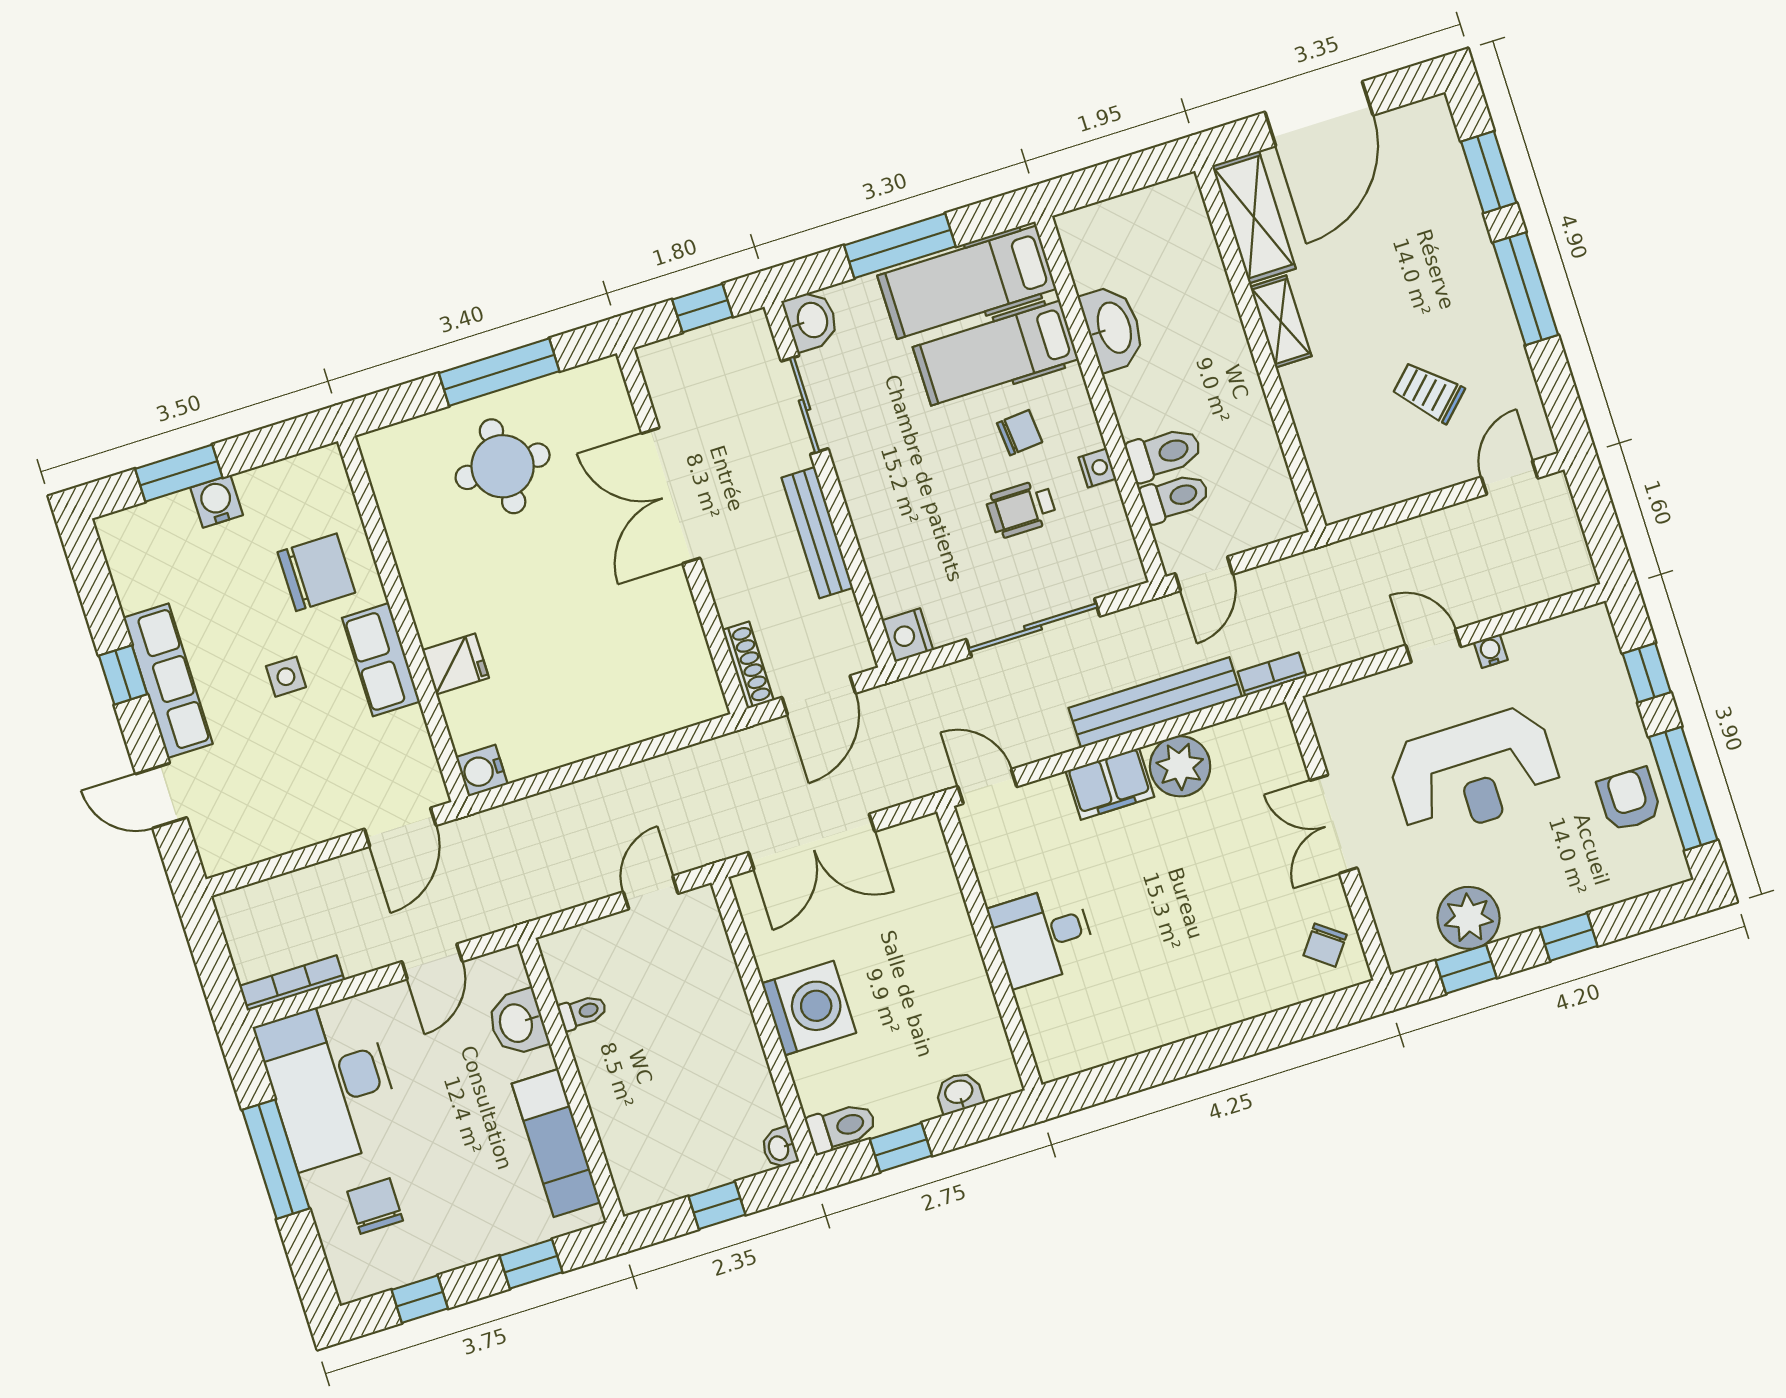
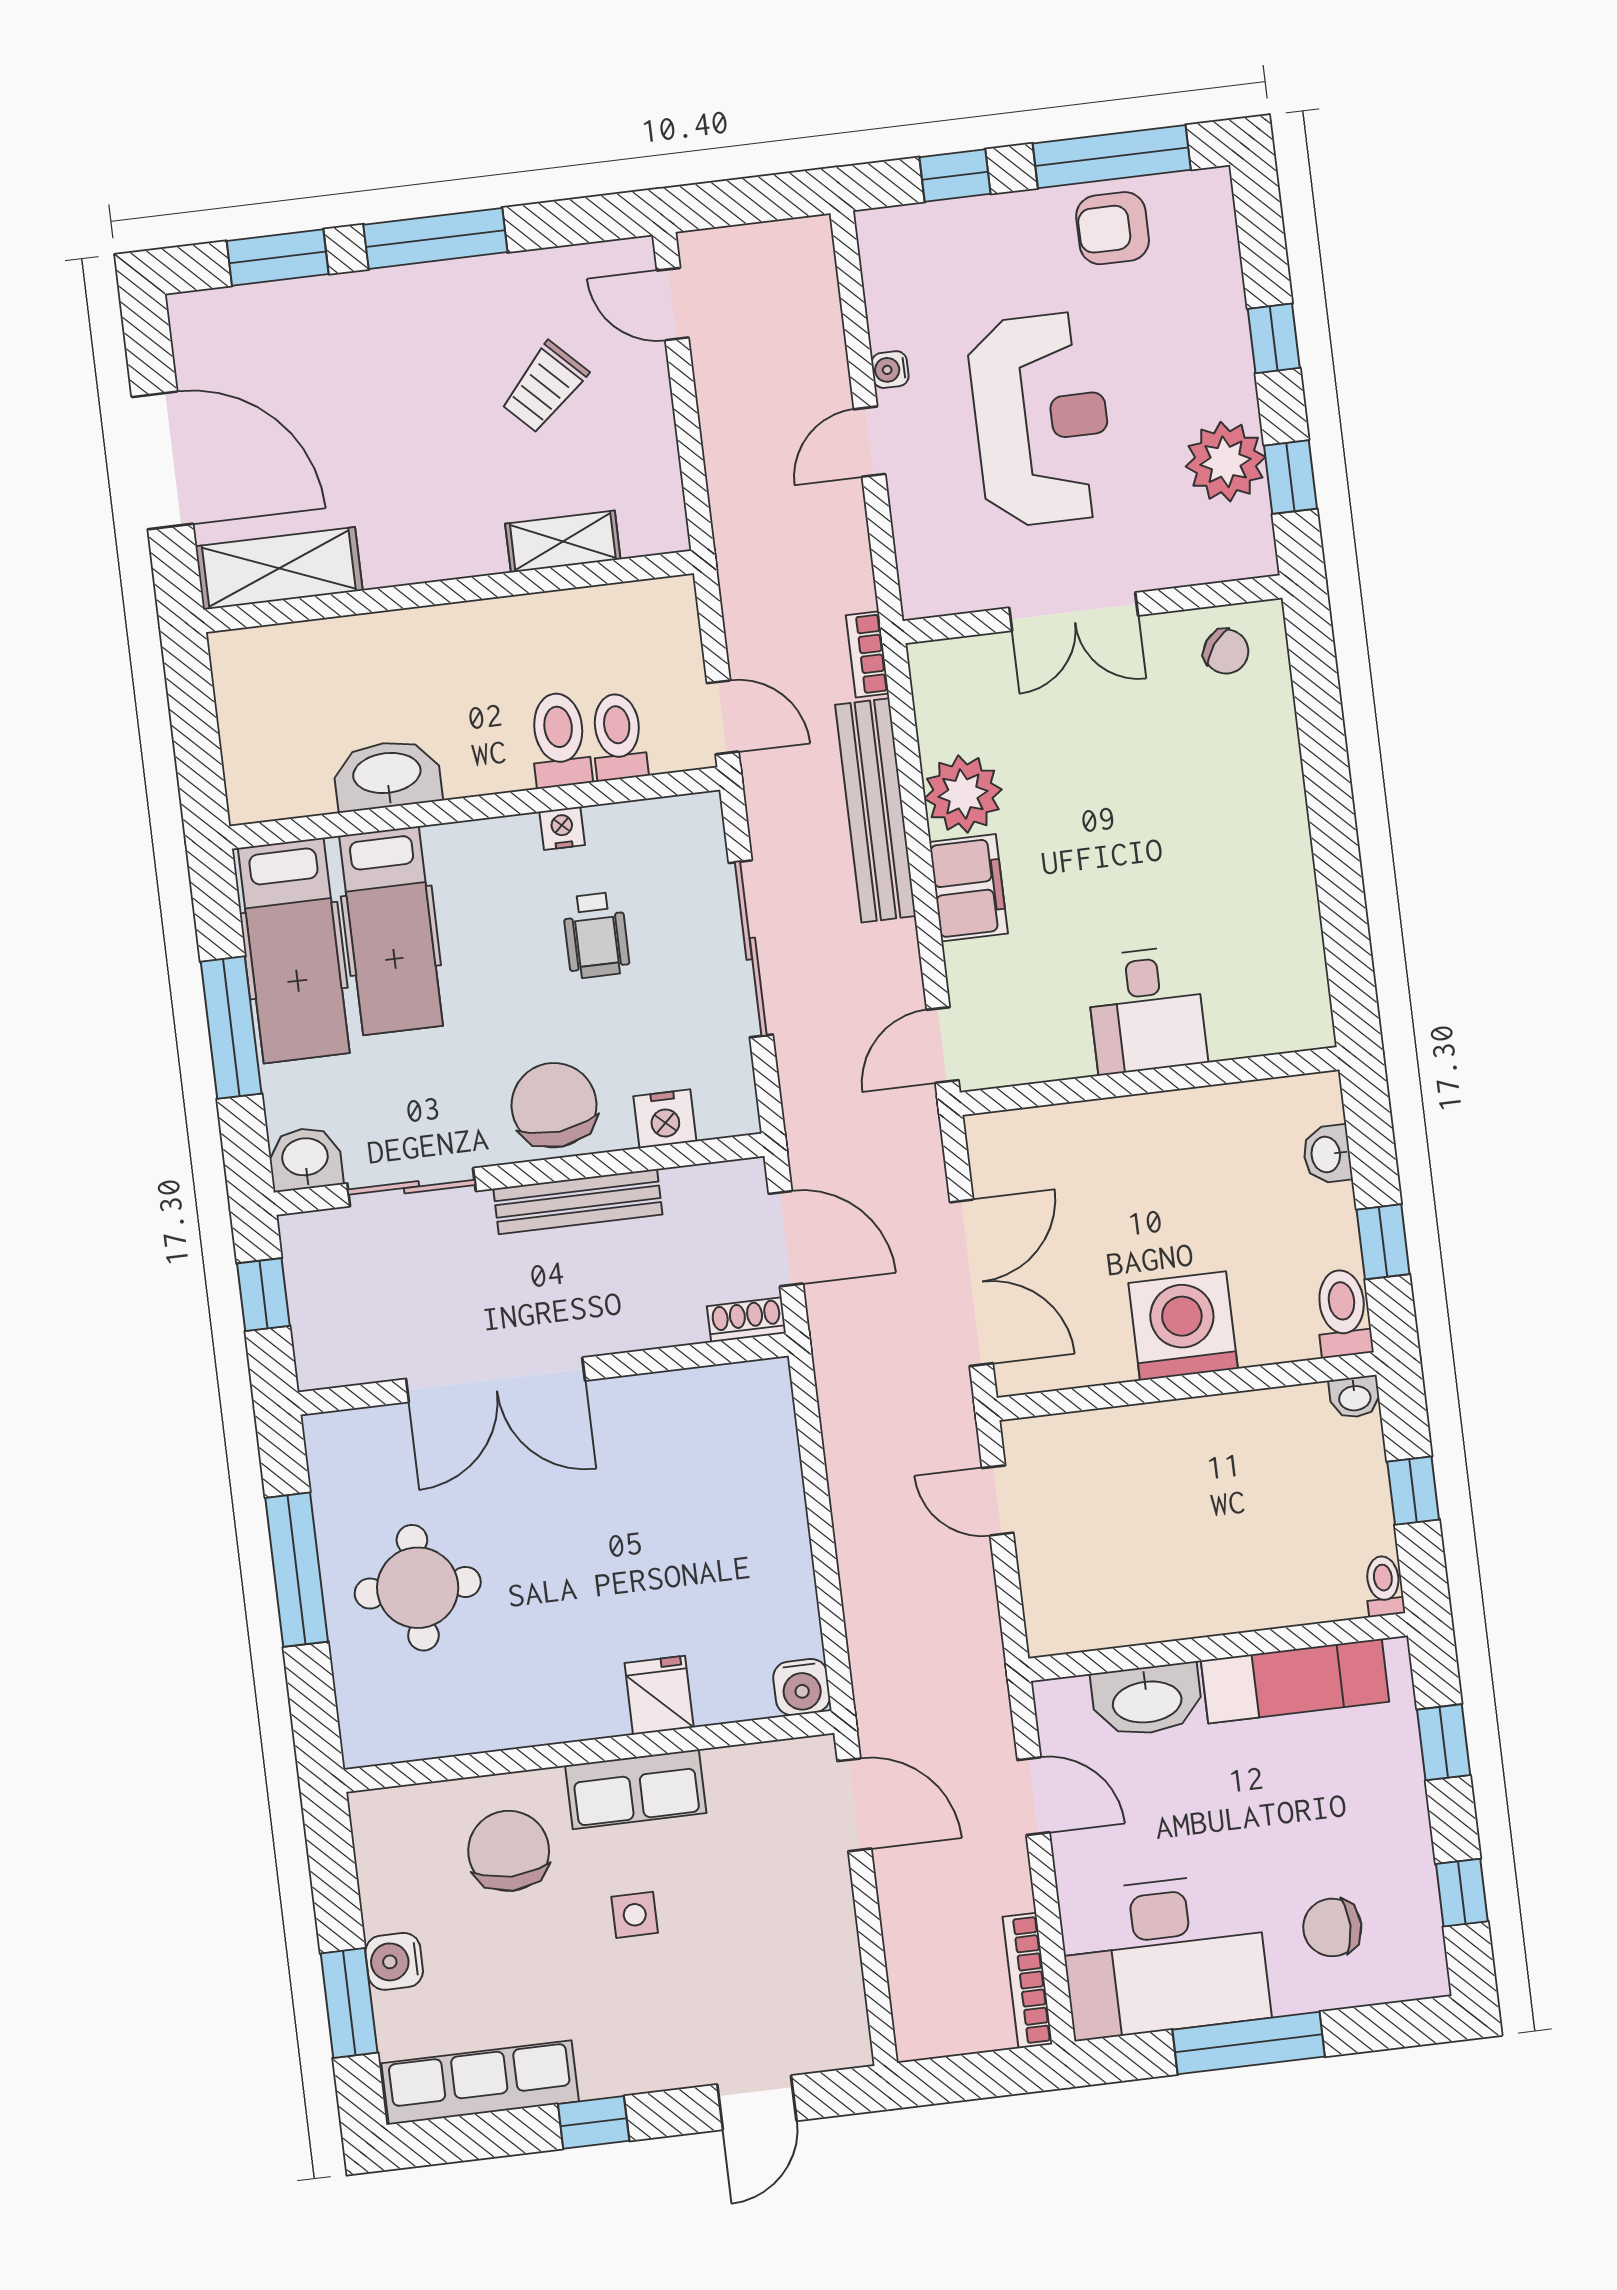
shelving: (1281, 321) -> (563, 542), moved
chair: (1020, 433) -> (554, 1105), moved, width x1.87, depth x1.87
nightstand: (907, 635) -> (665, 1119), moved
shoe rack: (748, 665) -> (746, 1320), width x0.70
row of seats: (168, 681) -> (480, 2082), moved
toilet: (583, 1012) -> (1384, 1586), moved
washbasin: (517, 1023) -> (1147, 1700), width x1.38

